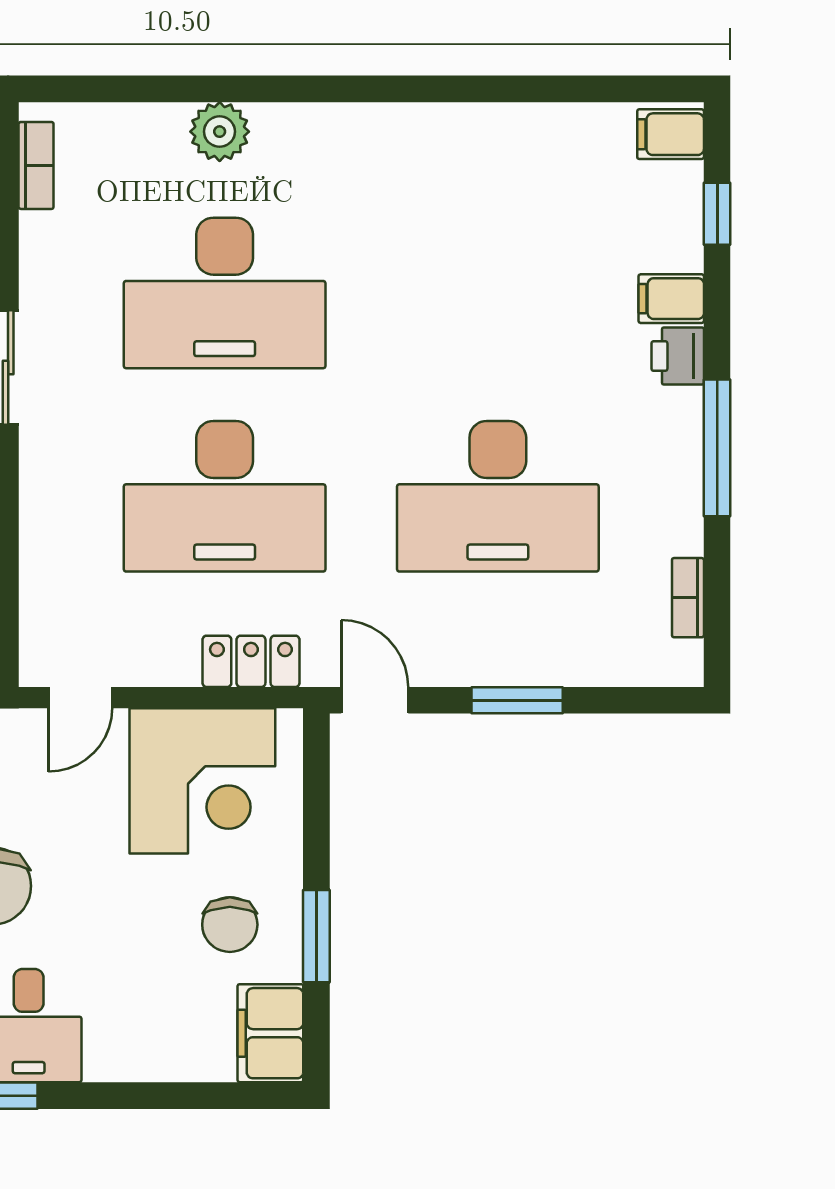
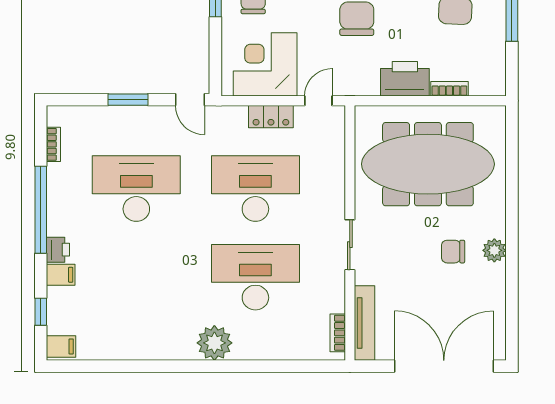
plant: (220, 132) -> (214, 343), moved, width x1.36, depth x1.36
window: (717, 448) -> (41, 210), width x1.46
locker: (251, 661) -> (271, 117), moved

